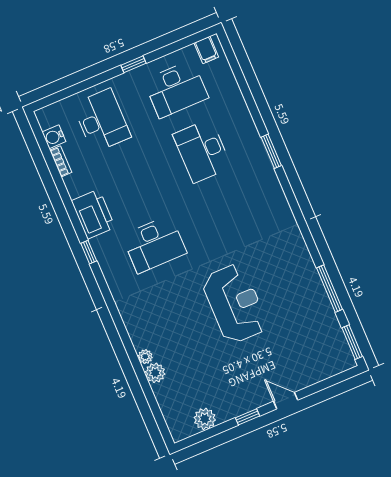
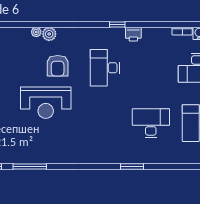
printer: (93, 214) -> (133, 34), width x0.53, depth x0.68
armchair: (178, 309) -> (58, 66), added
plant: (155, 373) -> (49, 34), moved

